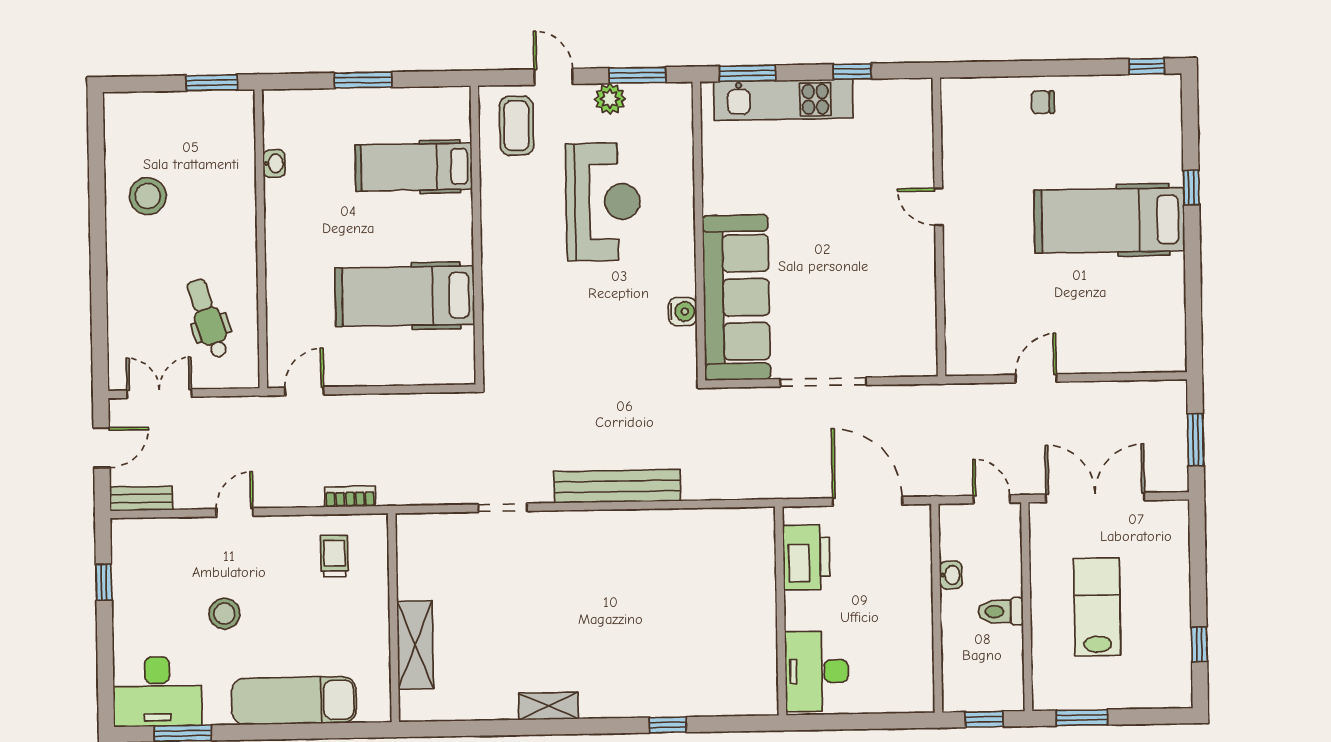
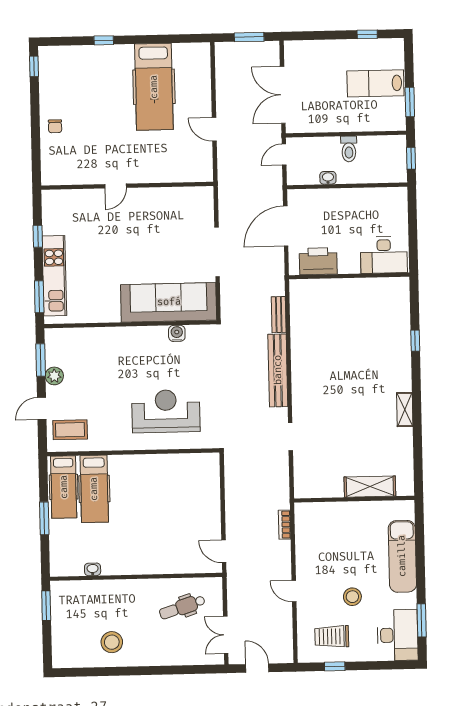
reception desk: (603, 202) -> (166, 411), moved
hospital bed: (1109, 220) -> (154, 87), moved
hospital bed: (405, 296) -> (64, 487), moved, width x0.73, depth x0.78
bench: (141, 498) -> (279, 315), moved
trolley: (334, 556) -> (332, 636), moved, width x1.36, depth x1.39
lab bench: (1097, 607) -> (375, 83), moved

